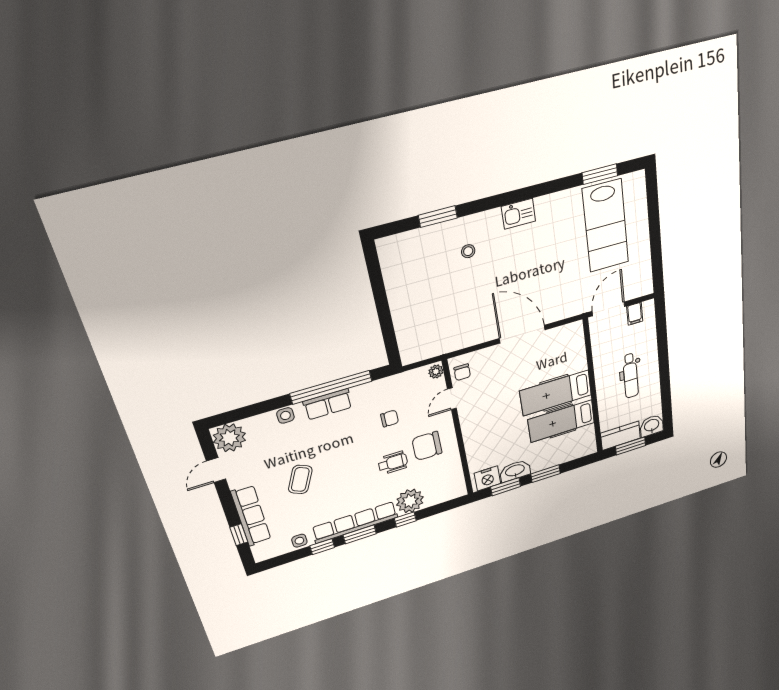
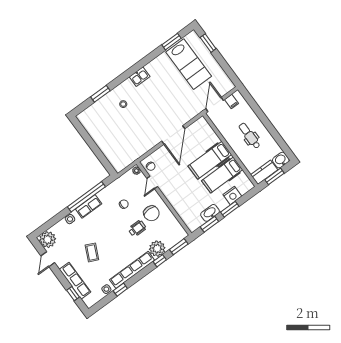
window: (653, 203) -> (208, 43), added
door: (522, 334) -> (173, 135), swing flipped
dental chair: (631, 376) -> (250, 136), turned 180
chair: (427, 446) -> (151, 213), turned -90
nightstand: (487, 478) -> (232, 195), moved
window: (360, 534) -> (179, 247), moved

